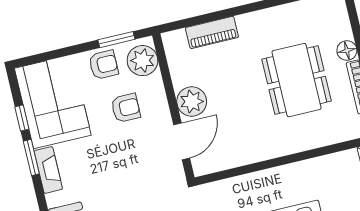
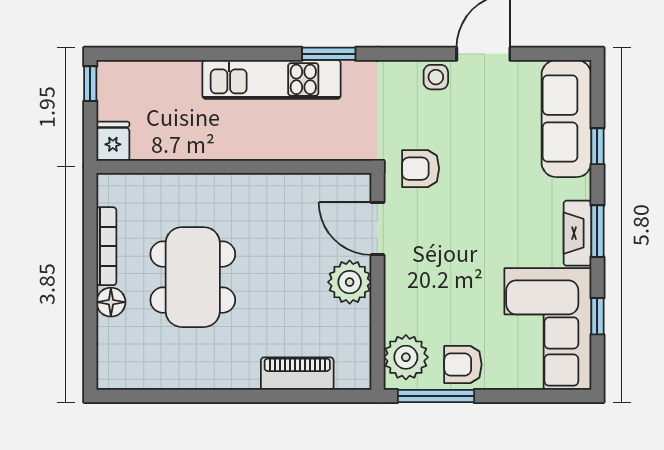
window: (116, 40) -> (436, 396), width x1.44
armchair: (126, 108) -> (421, 169), moved
door: (182, 141) -> (377, 229), hinge flipped
window: (31, 157) -> (597, 231), moved

